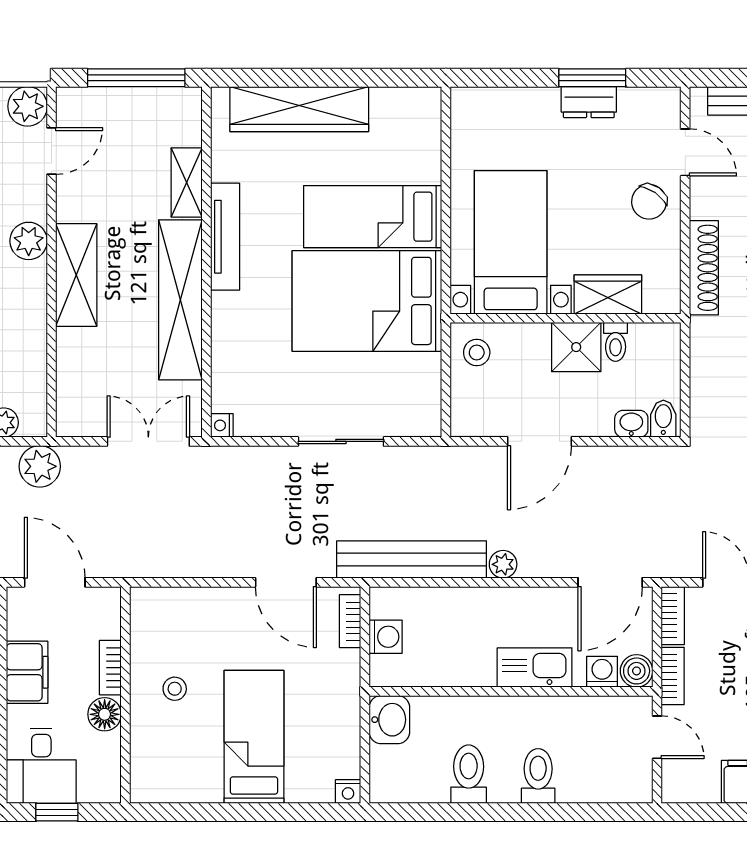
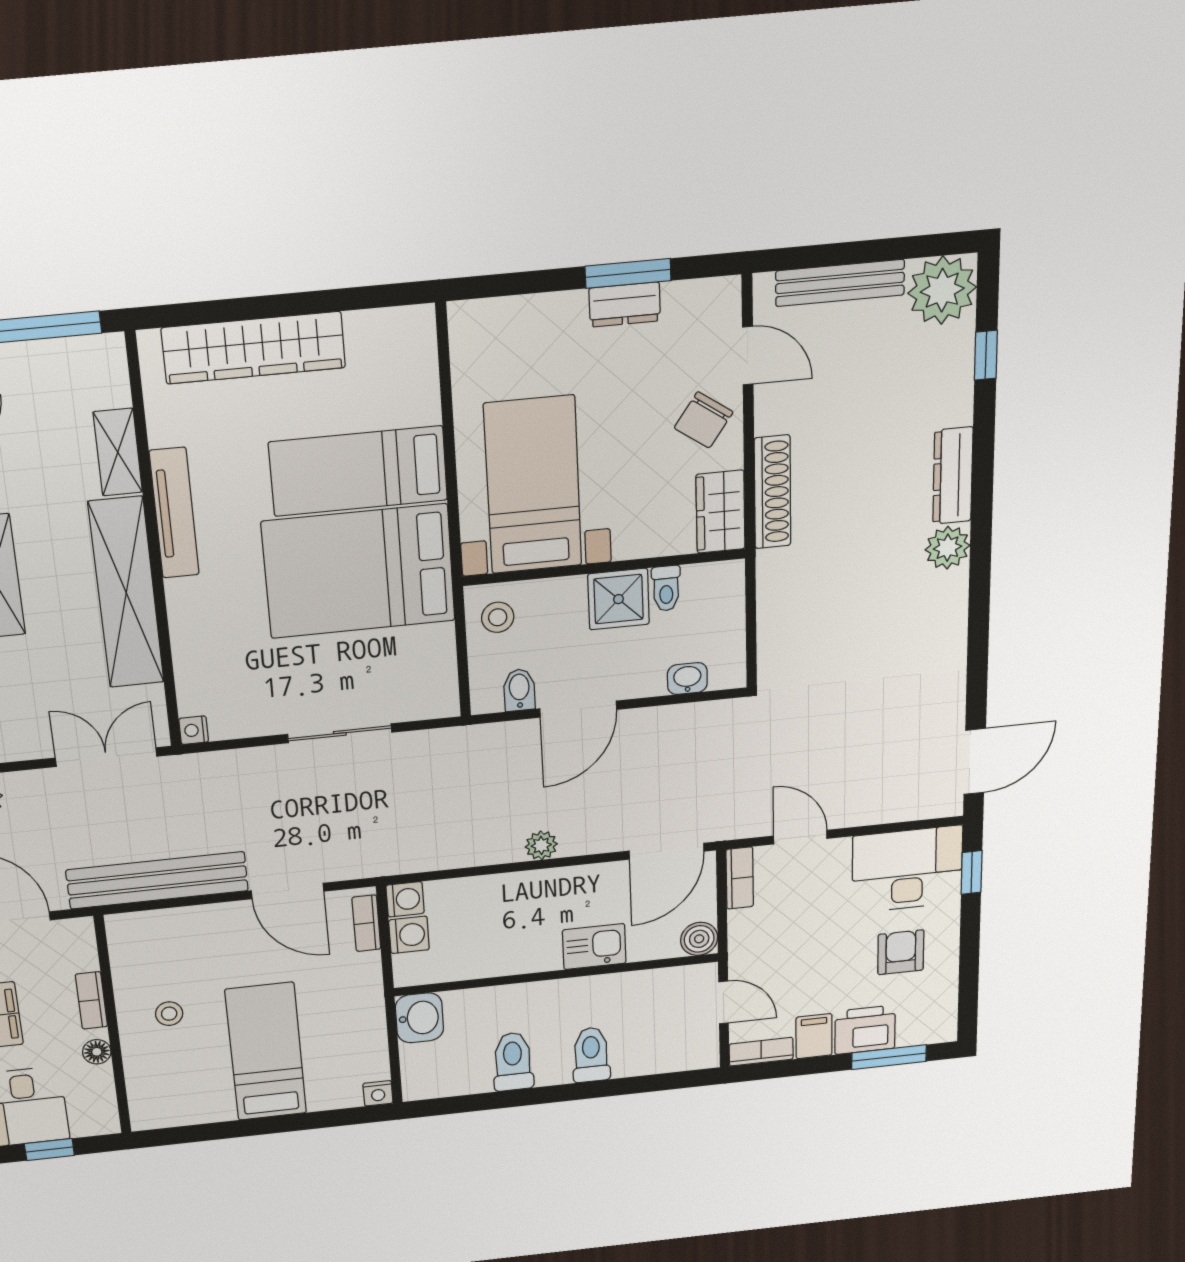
wardrobe: (608, 294) -> (720, 512), moved, turned -90
bidet: (663, 419) -> (519, 690), moved
bench: (412, 559) -> (157, 880), moved
kitchen sink: (535, 668) -> (594, 947), width x0.73
washing machine: (602, 672) -> (405, 899), moved, turned 90
bookcase: (673, 676) -> (761, 1052), moved, turned -90
floor lamp: (105, 714) -> (97, 1052), width x0.73, depth x0.73

